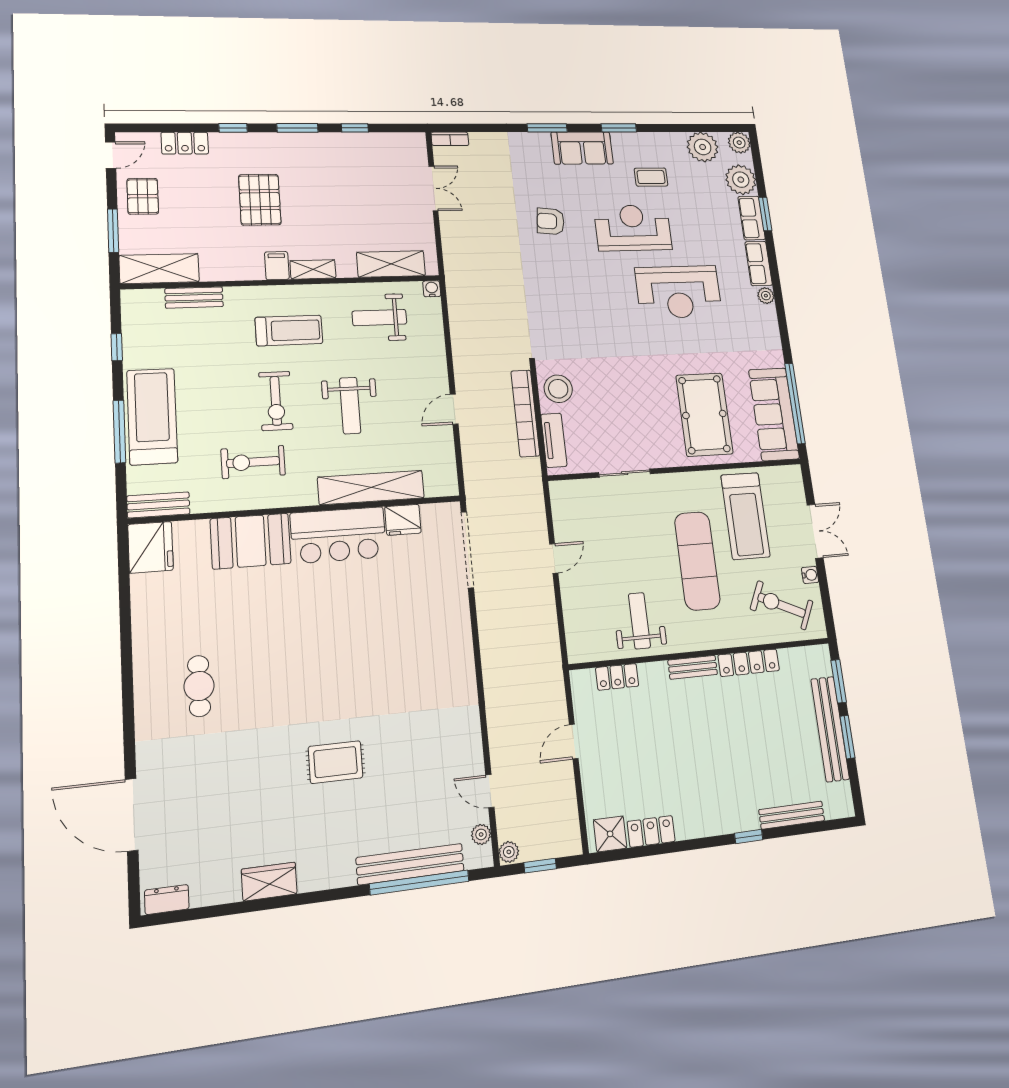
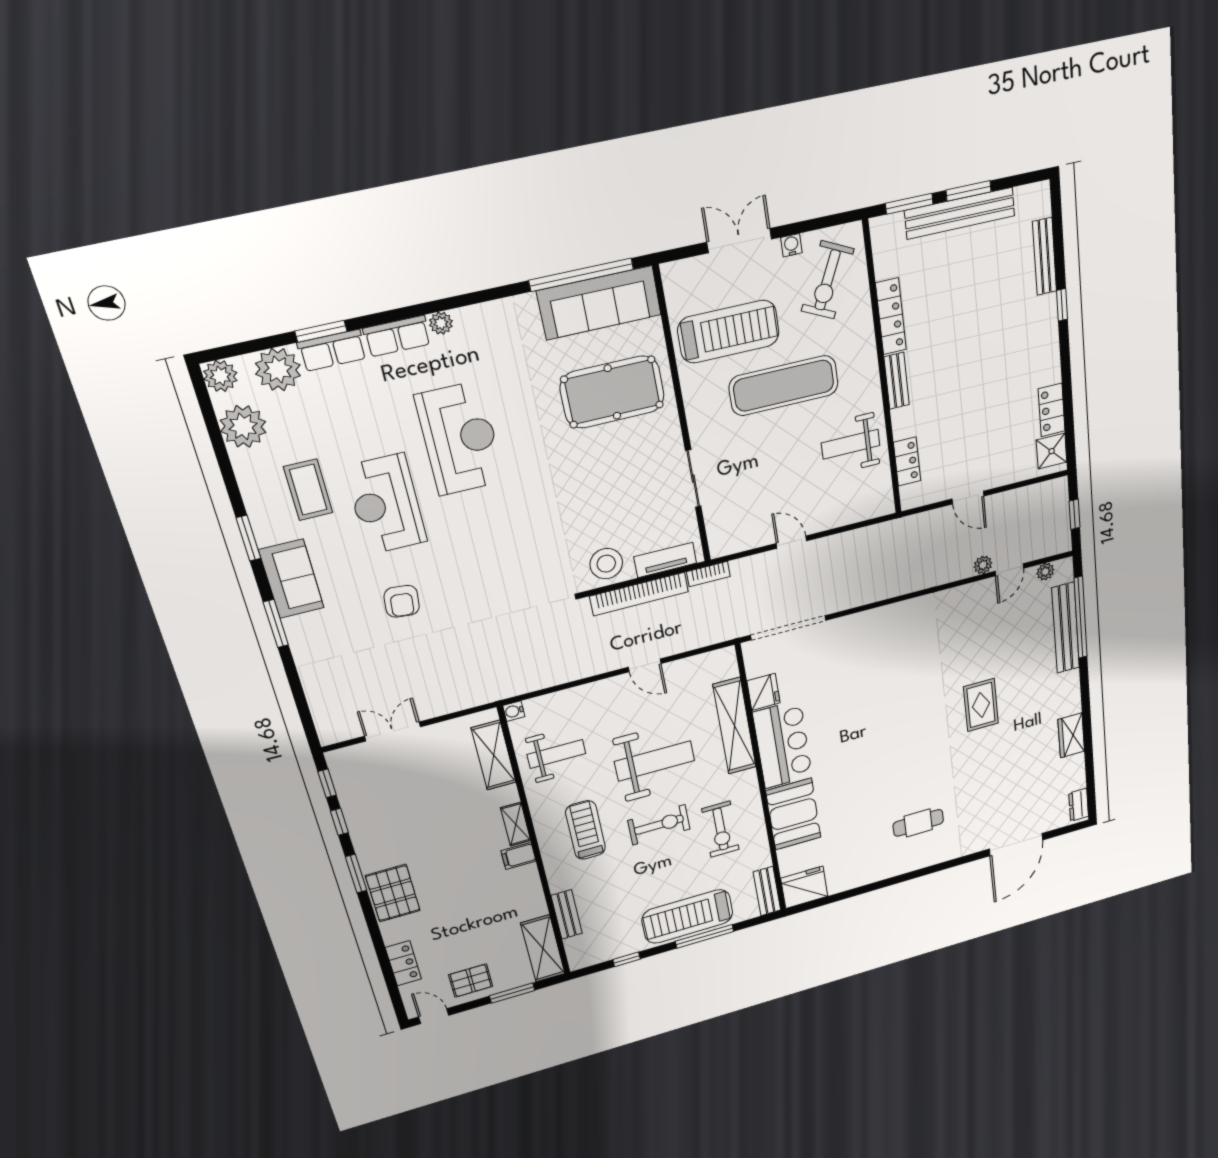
window: (233, 128) -> (327, 783), moved
bookcase: (450, 139) -> (708, 574), moved, turned 90
coffee table: (651, 177) -> (308, 490), width x1.36, depth x1.30
pallet: (260, 200) -> (393, 893), moved, turned 90
weight bench: (379, 318) -> (556, 754), turned -90
weight bench: (350, 406) -> (655, 761), width x1.36, depth x1.33
plant: (509, 852) -> (983, 565), moved

